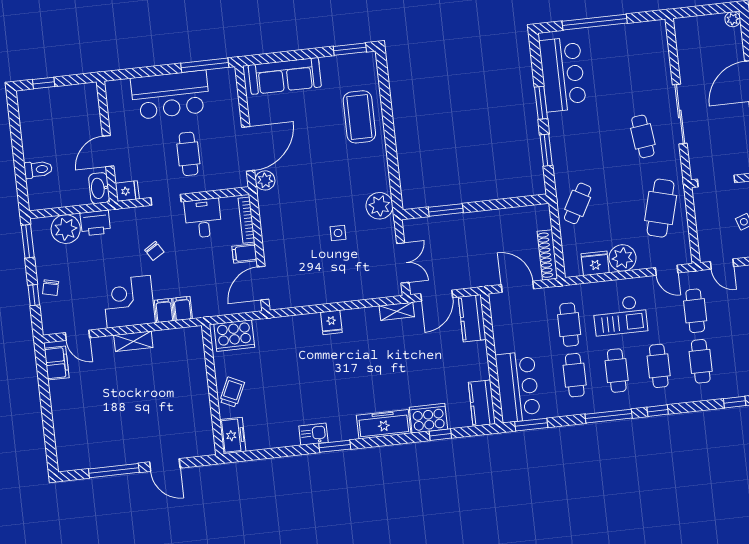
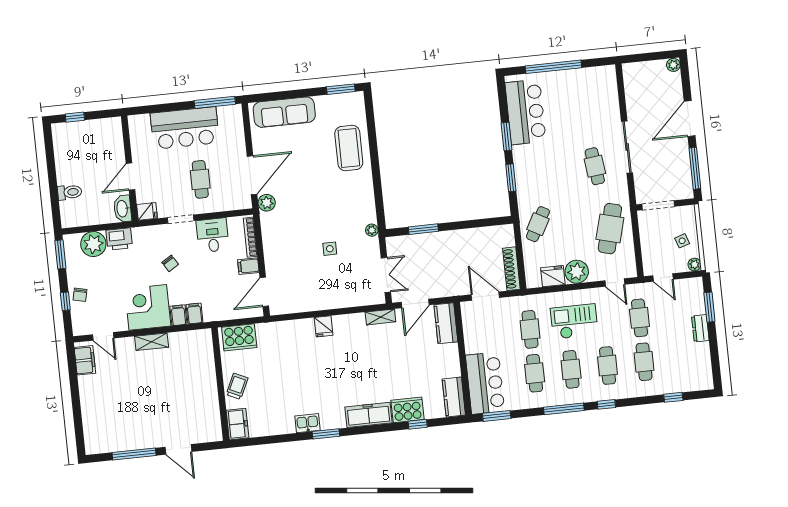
plant: (379, 206) -> (372, 230), width x0.53, depth x0.53
checkout: (620, 315) -> (574, 322), turned 180

